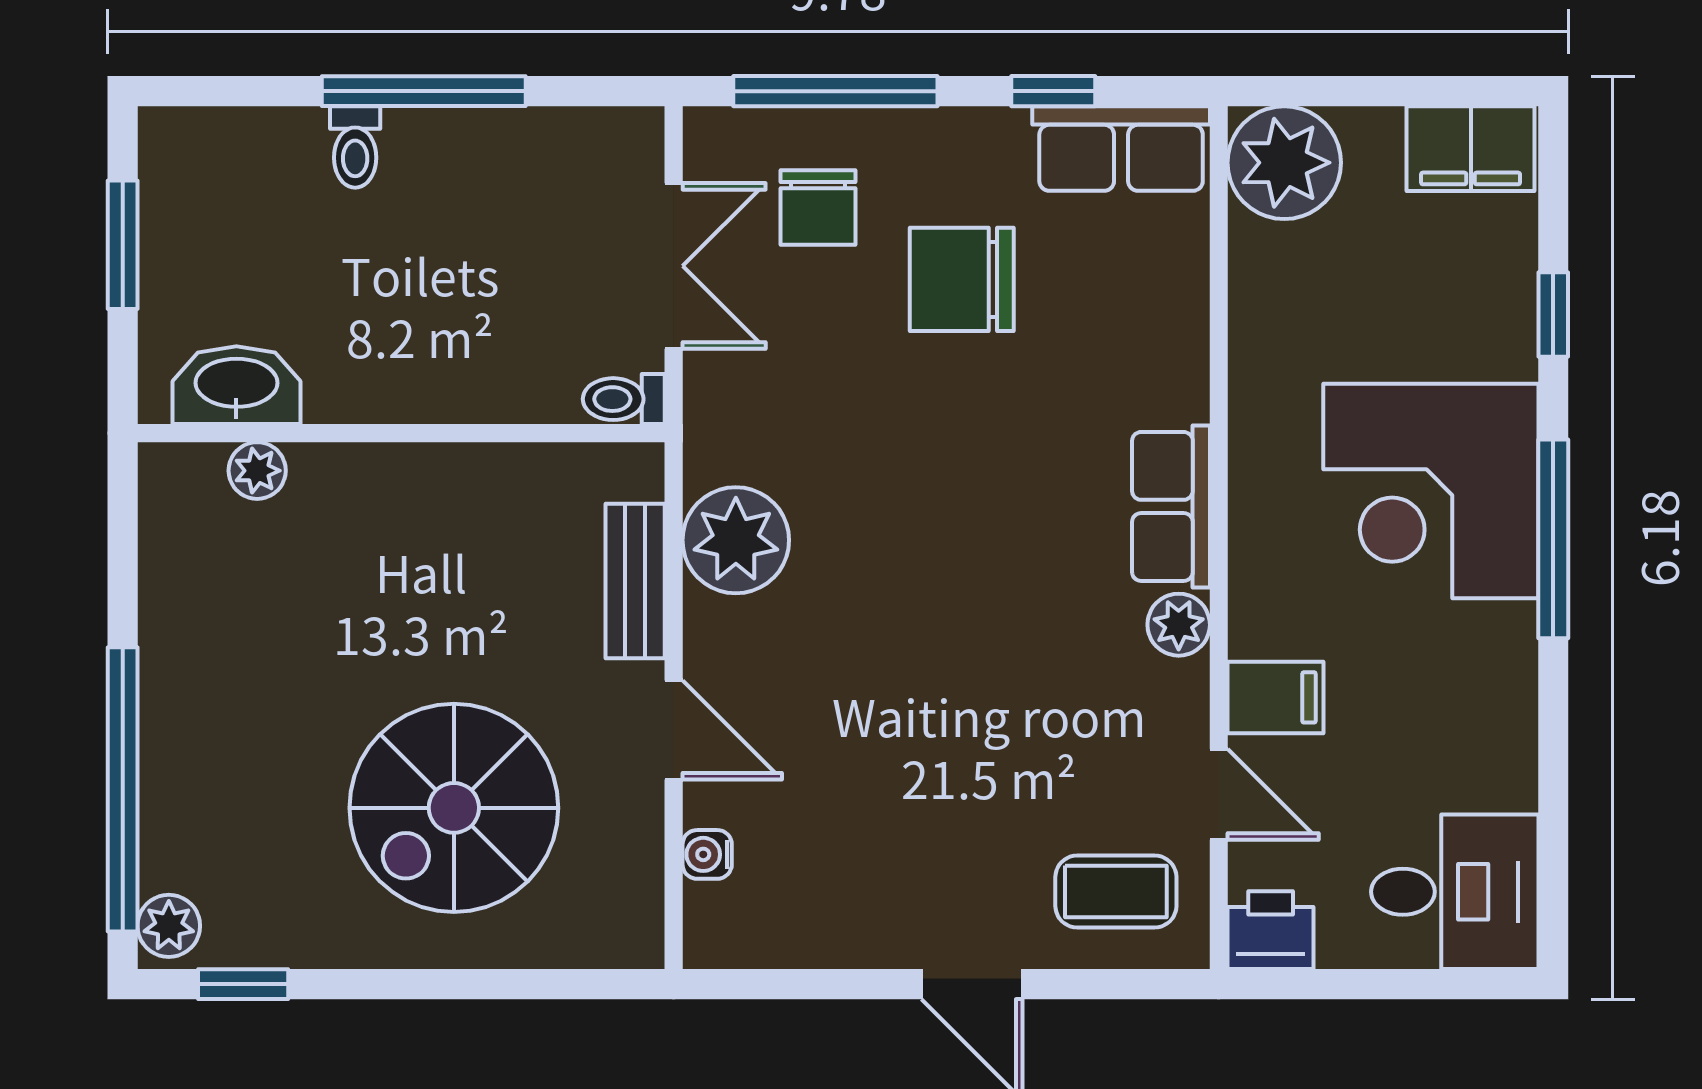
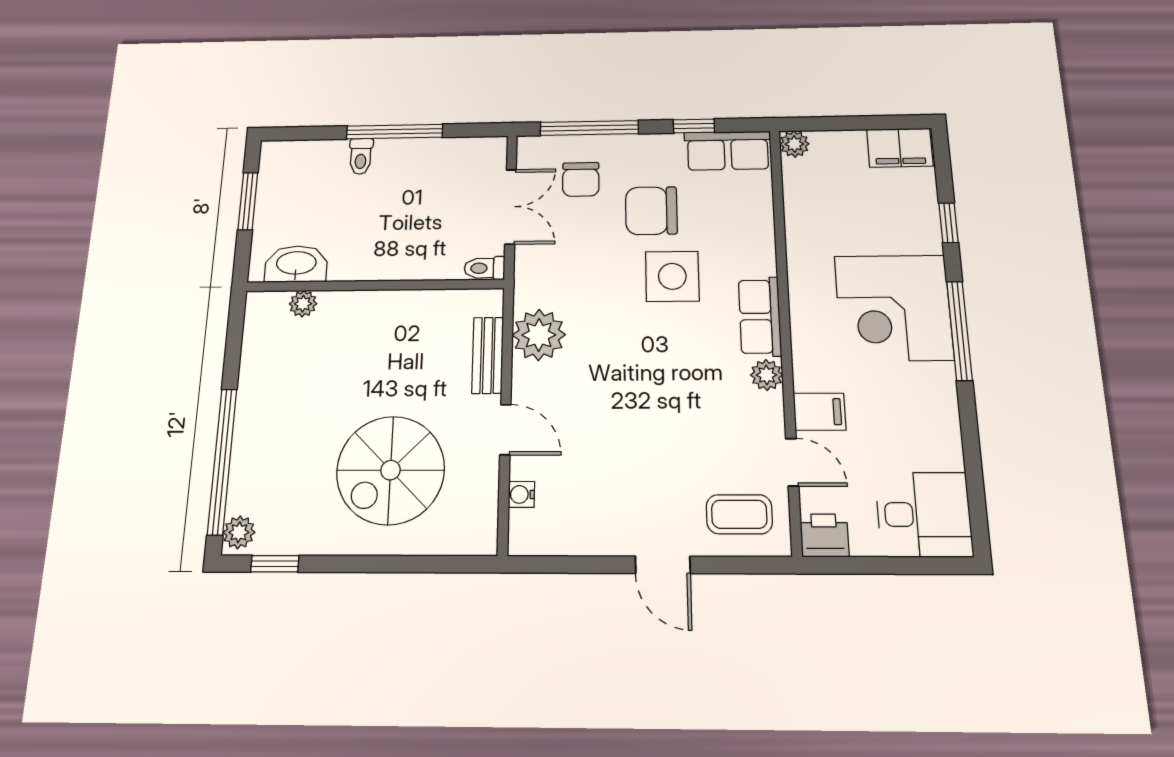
plant: (1284, 163) -> (794, 144), width x0.53, depth x0.53
side table: (1001, 421) -> (672, 276), added

